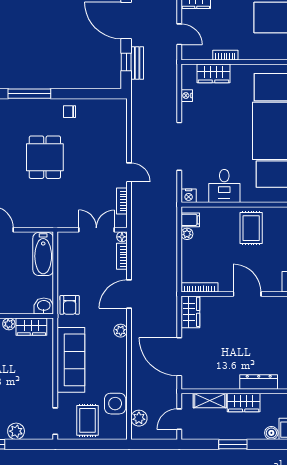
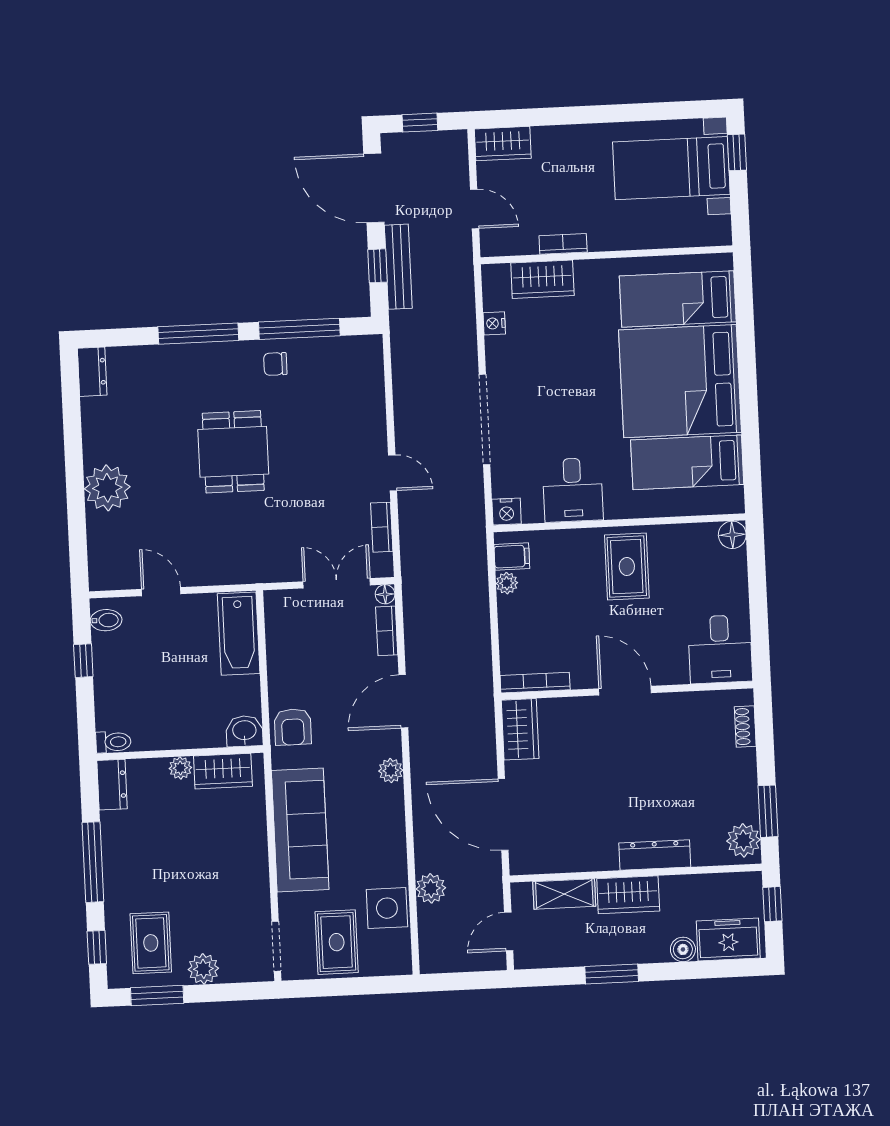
bench: (137, 63) -> (398, 267), width x1.36
window: (83, 94) -> (299, 329), added
plant: (139, 418) -> (431, 888), moved

